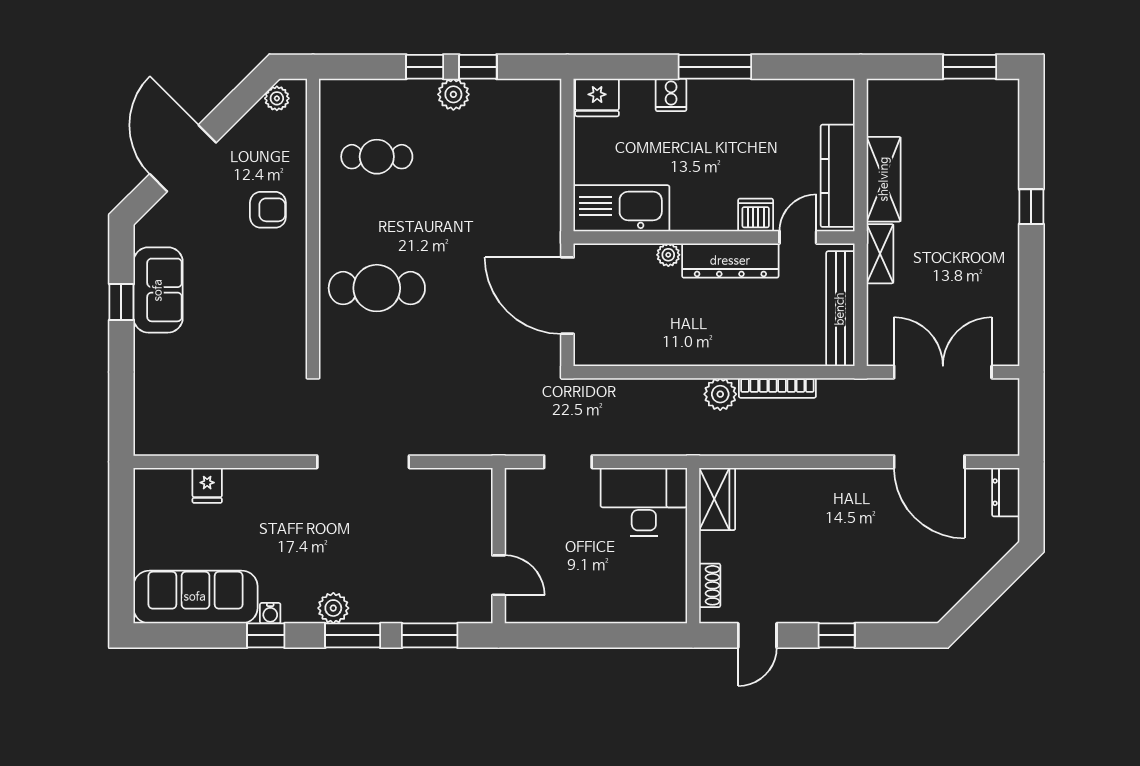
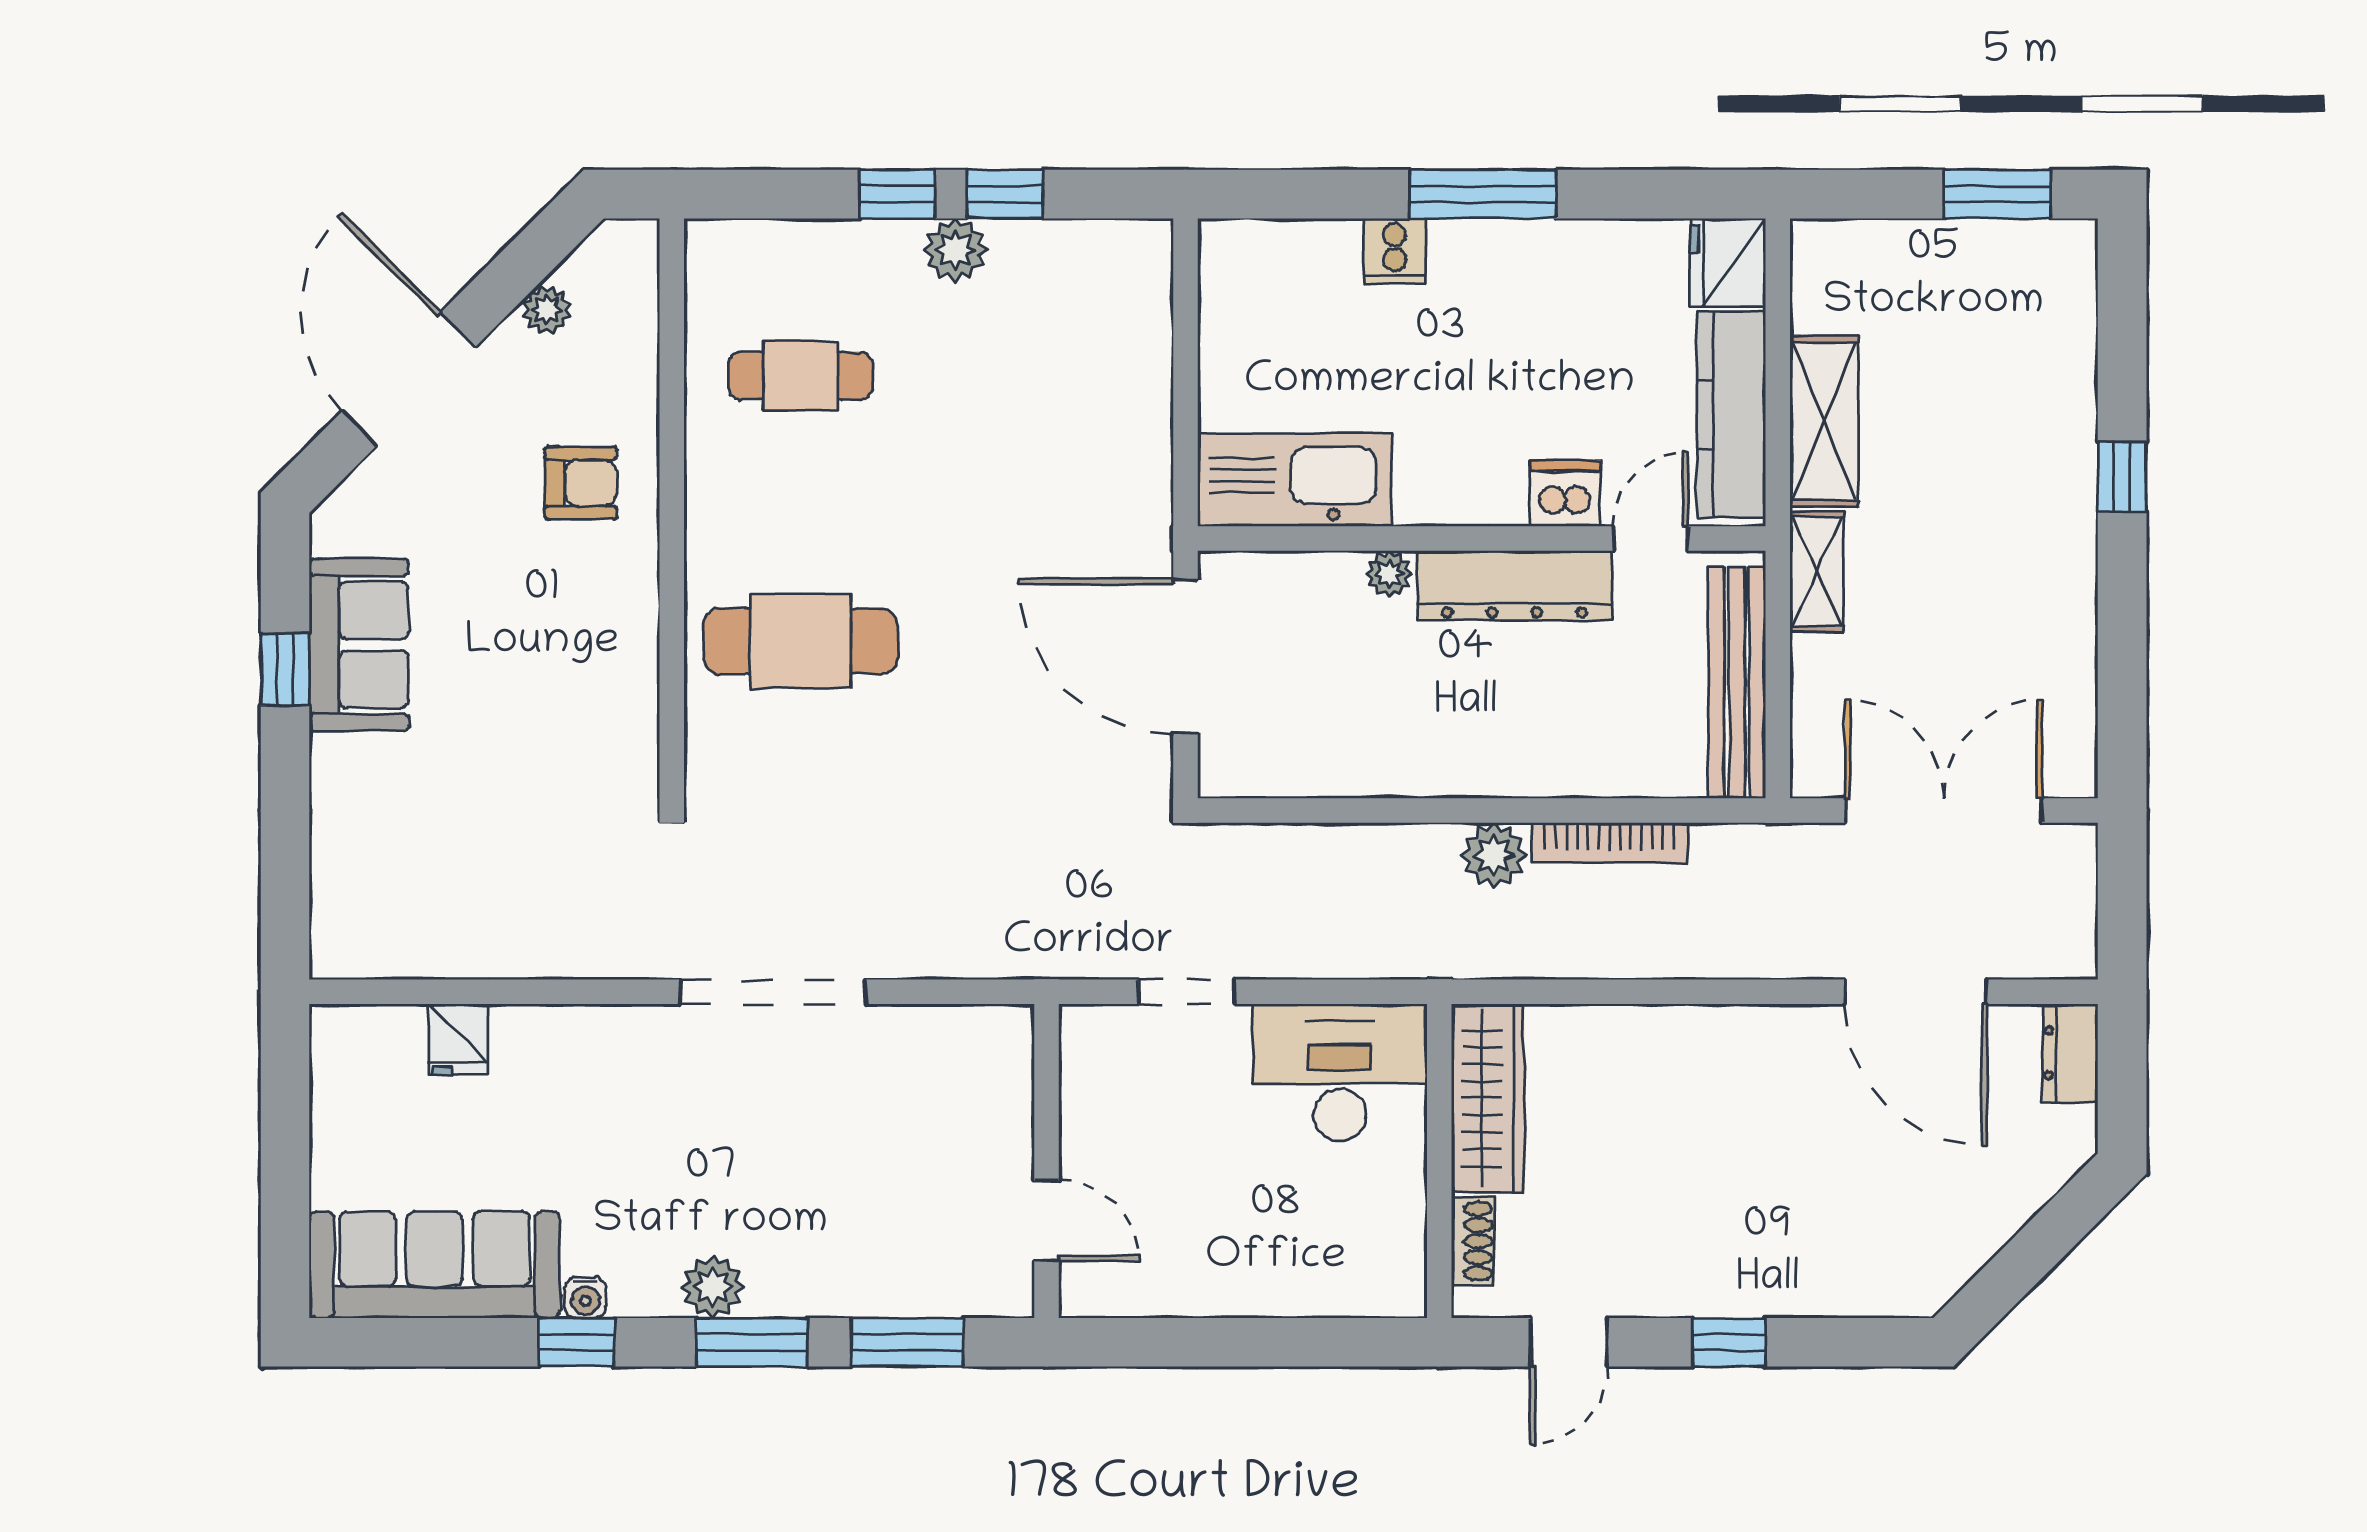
fridge: (597, 97) -> (1728, 262), moved, turned 90
plant: (277, 98) -> (547, 310), moved
wardrobe: (717, 499) -> (1488, 1098), width x1.50

